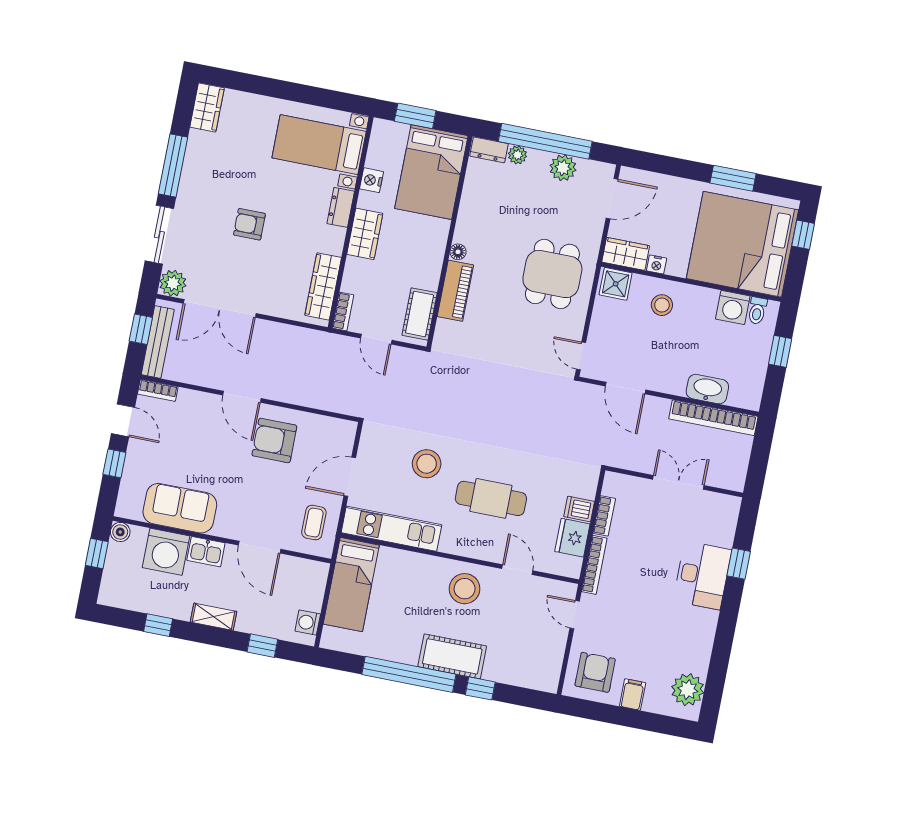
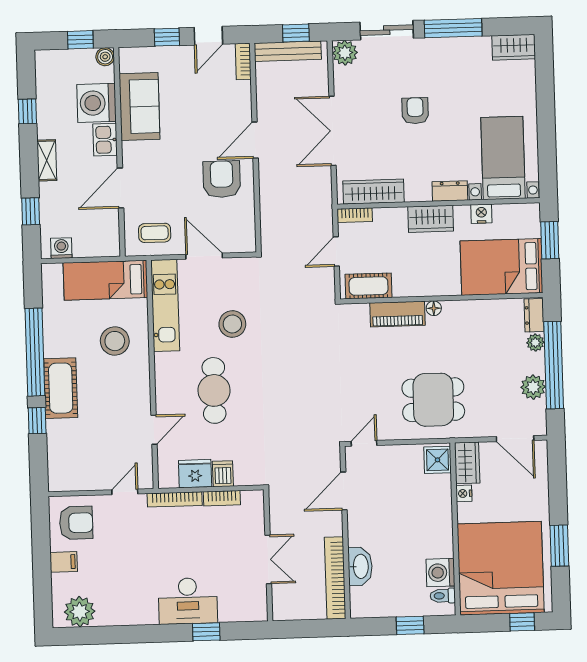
stool: (662, 305) -> (428, 507), removed
double door: (220, 308) -> (333, 131), moved
stool: (465, 589) -> (115, 341), moved

